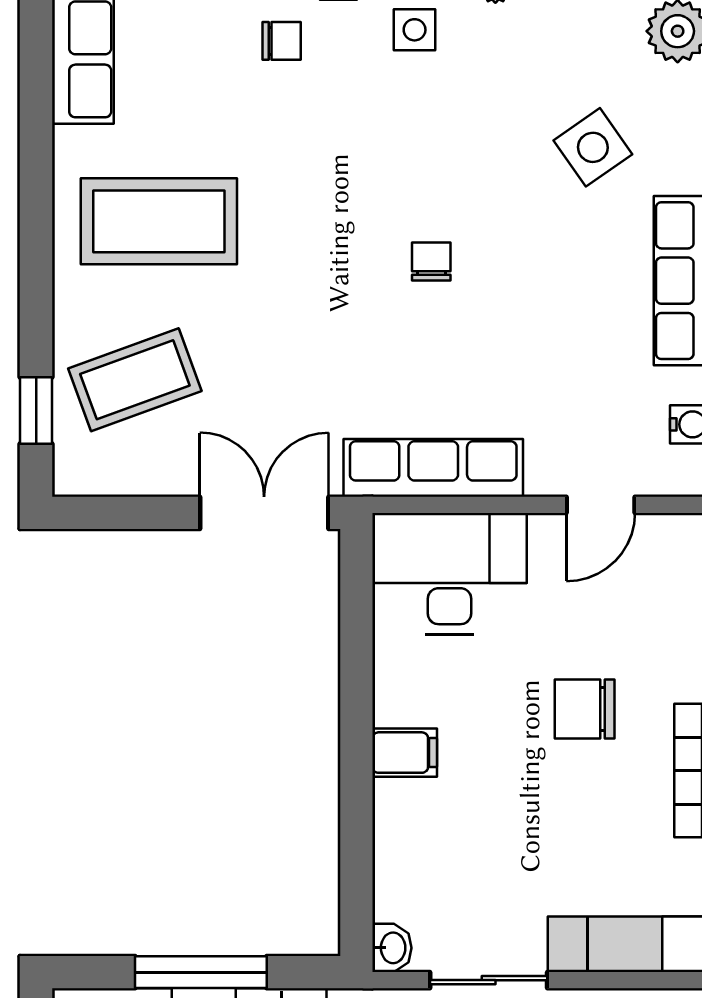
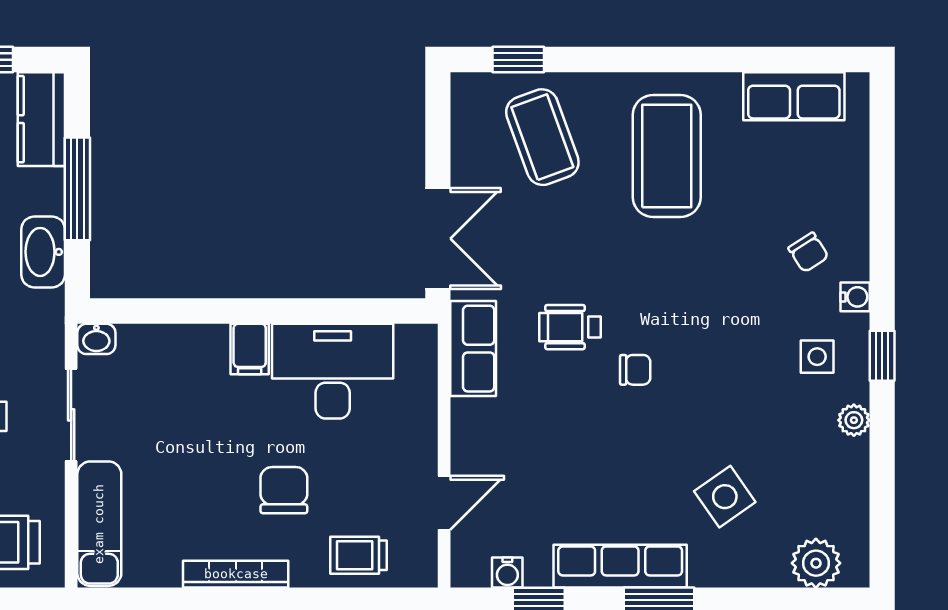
chair: (282, 41) -> (808, 252), turned -33
wheelchair: (377, 345) -> (570, 327), added
row of seats: (433, 468) -> (473, 349), width x0.68
door: (601, 505) -> (444, 503), swing flipped
desk: (449, 573) -> (333, 371), moved, turned -90
trolley: (668, 614) -> (359, 555), added

